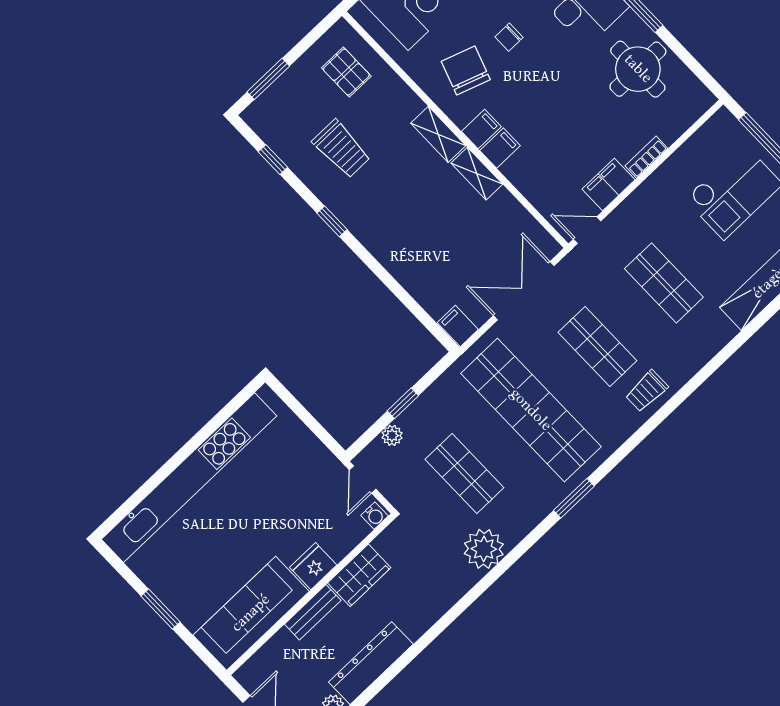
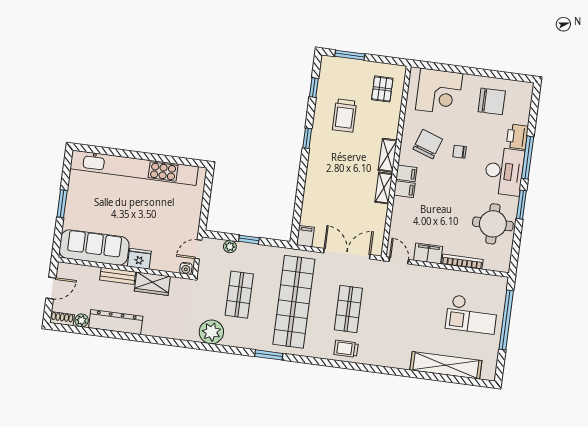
bookcase: (646, 157) -> (462, 262), width x1.56
shop shelf: (664, 283) -> (403, 316), removed

